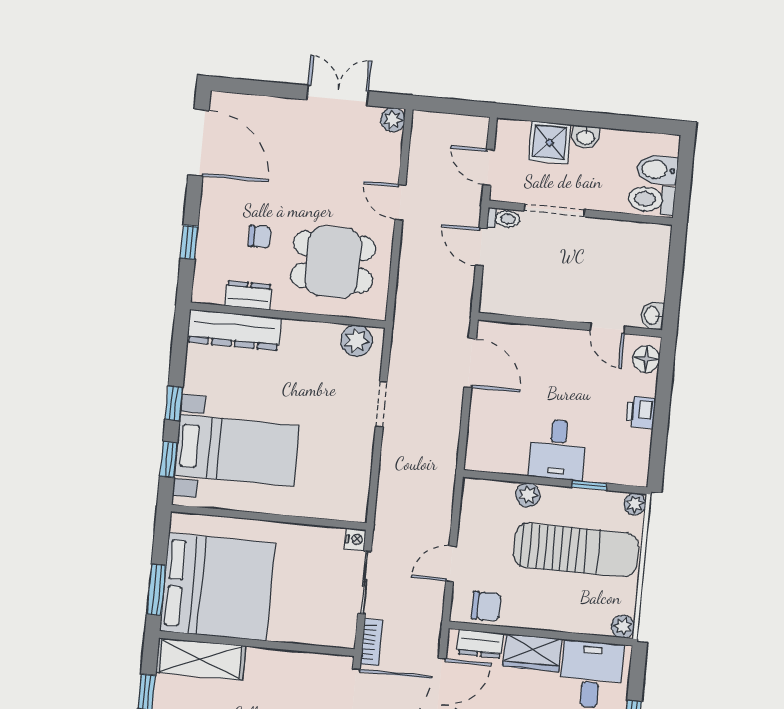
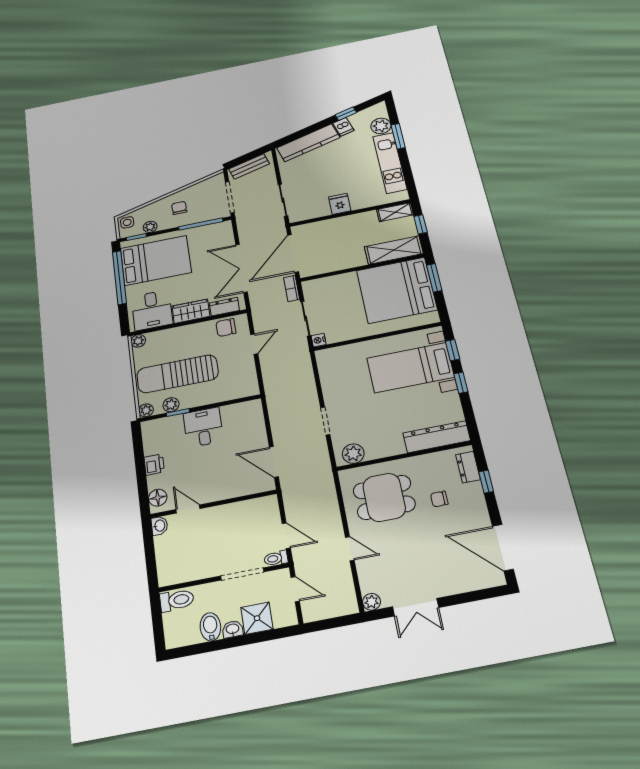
bidet: (657, 170) -> (210, 627), moved, turned -90
dresser: (248, 295) -> (468, 467), moved, turned 90
plant: (528, 495) -> (171, 405), moved

